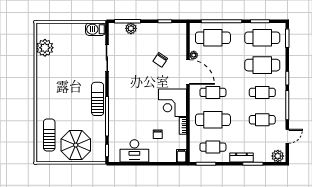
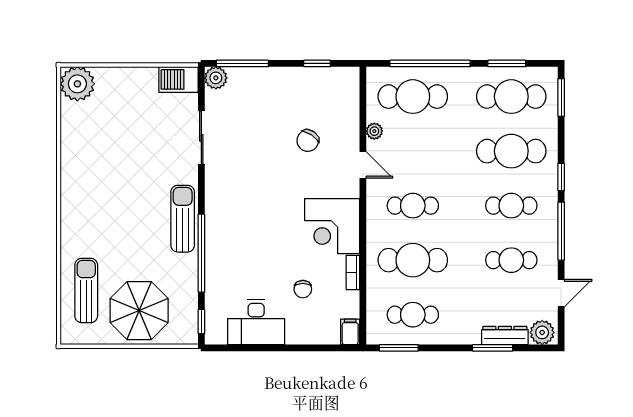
plant: (131, 28) -> (216, 78), moved
plant: (45, 48) -> (77, 84), moved
door: (188, 72) -> (363, 165), width x0.53
dresser: (241, 158) -> (505, 335), moved

